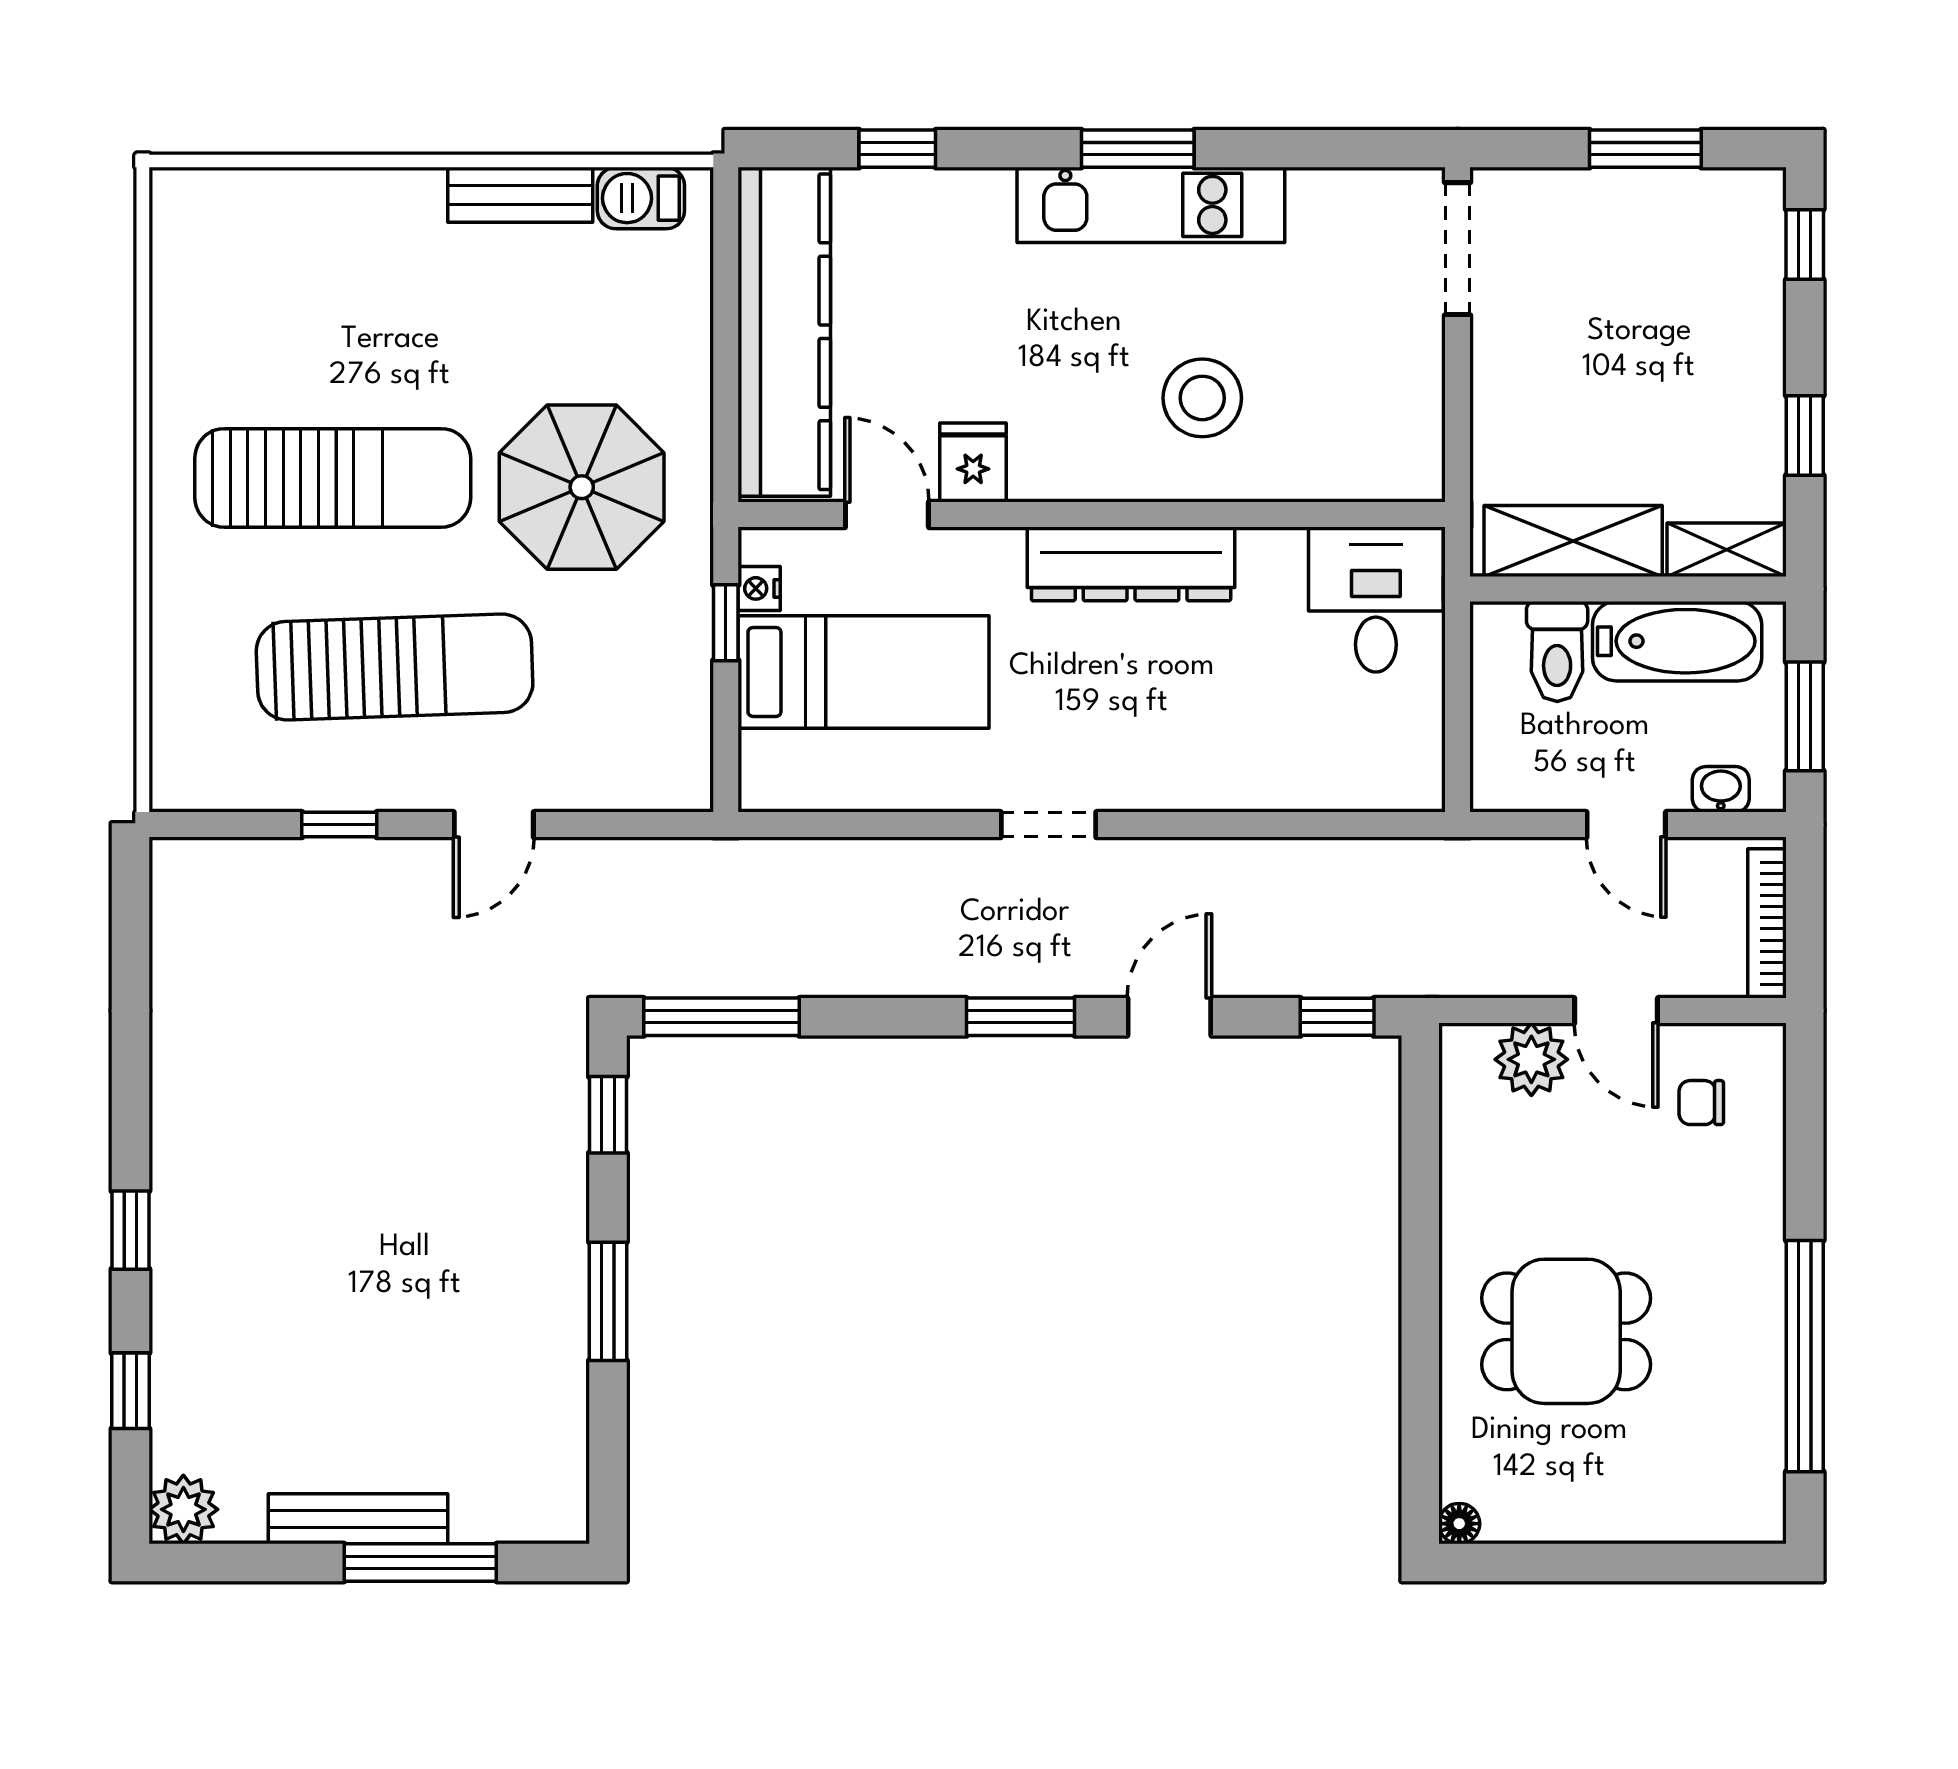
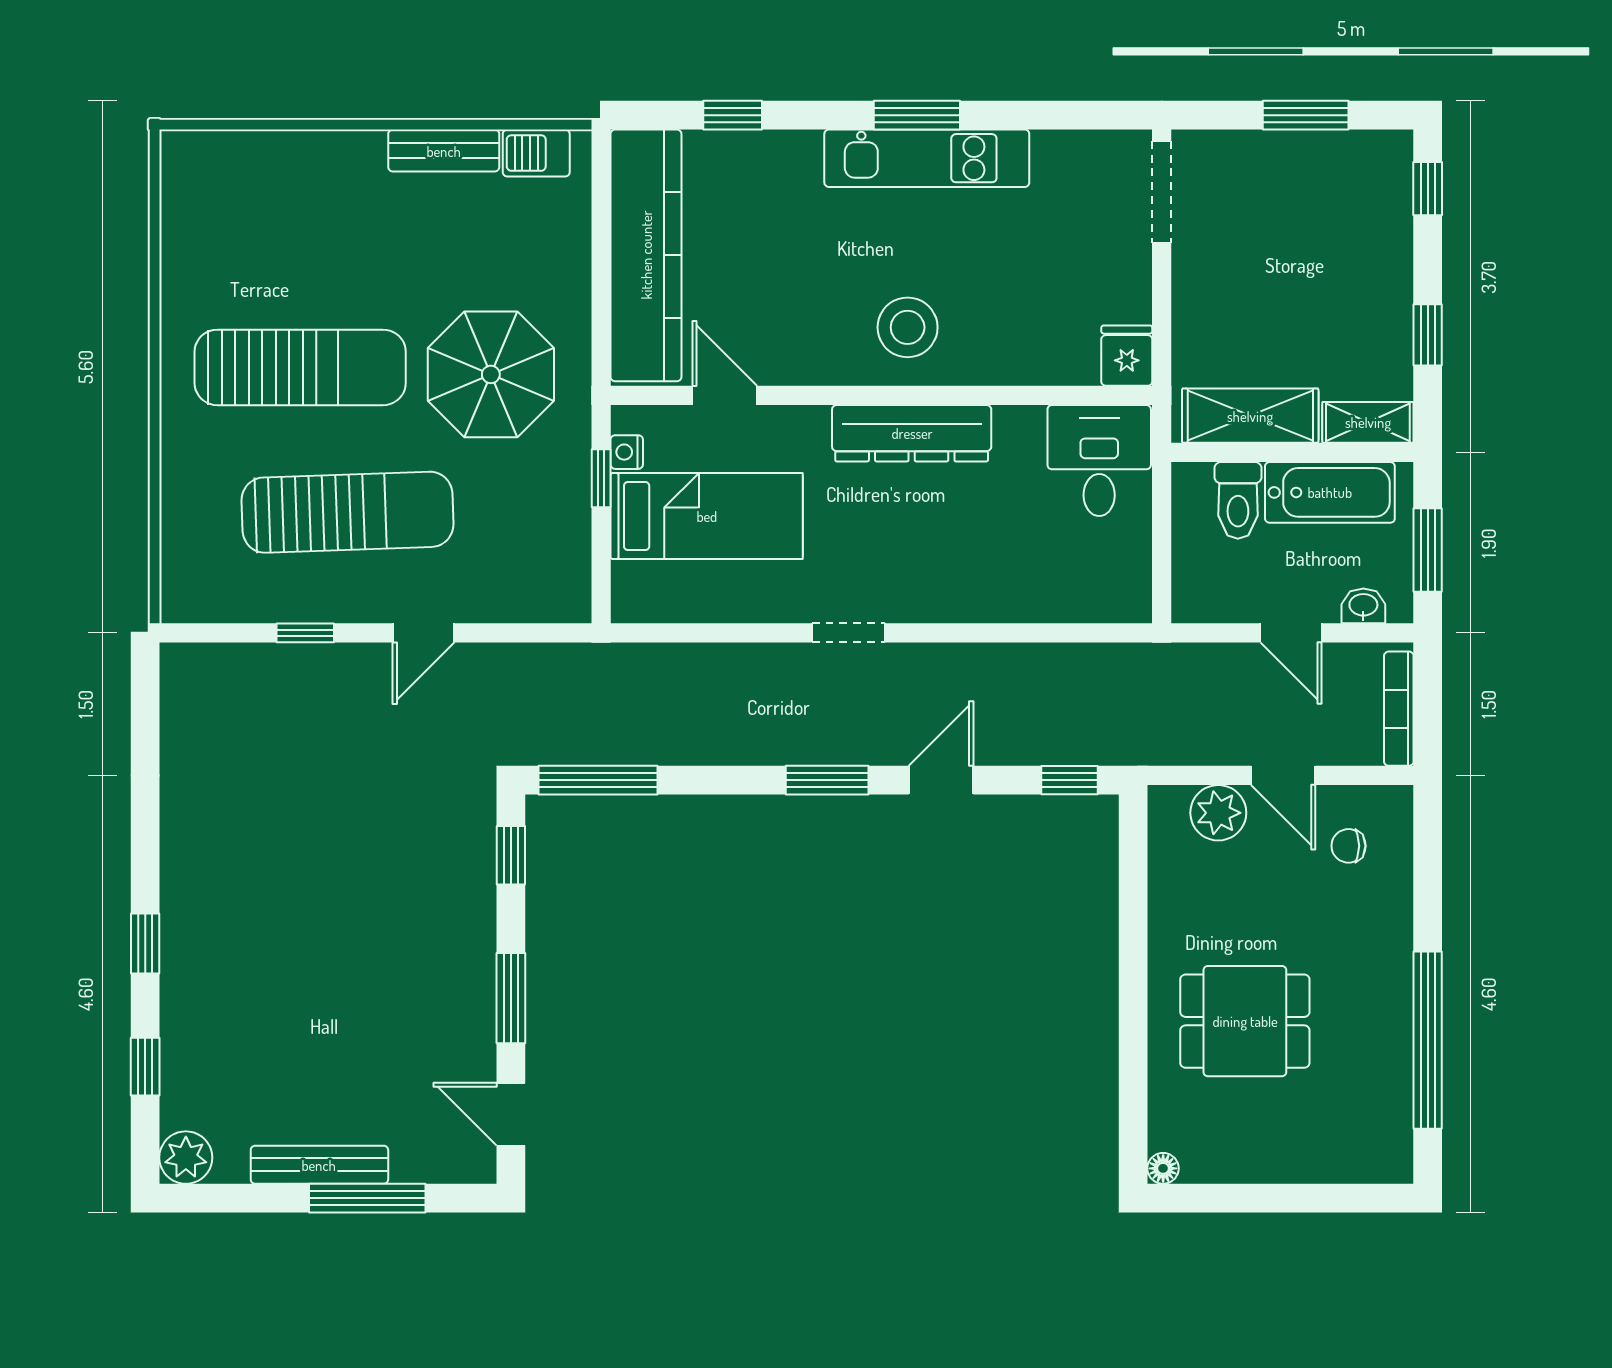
stool: (1202, 398) -> (908, 327), moved
fridge: (973, 463) -> (1127, 356), moved
door: (608, 1453) -> (511, 1114), added

